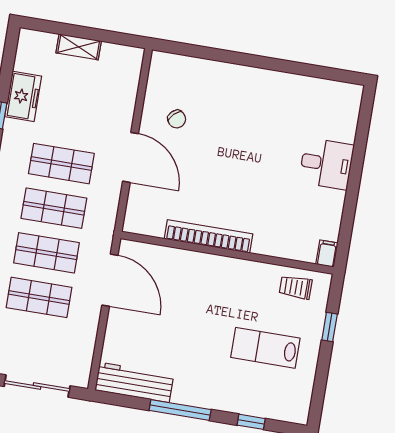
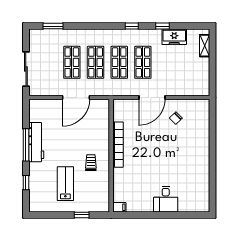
shelving: (79, 47) -> (205, 46), moved
door: (110, 280) -> (76, 98), moved
trolley: (296, 287) -> (91, 163), moved
workbench: (134, 382) -> (36, 142), moved

